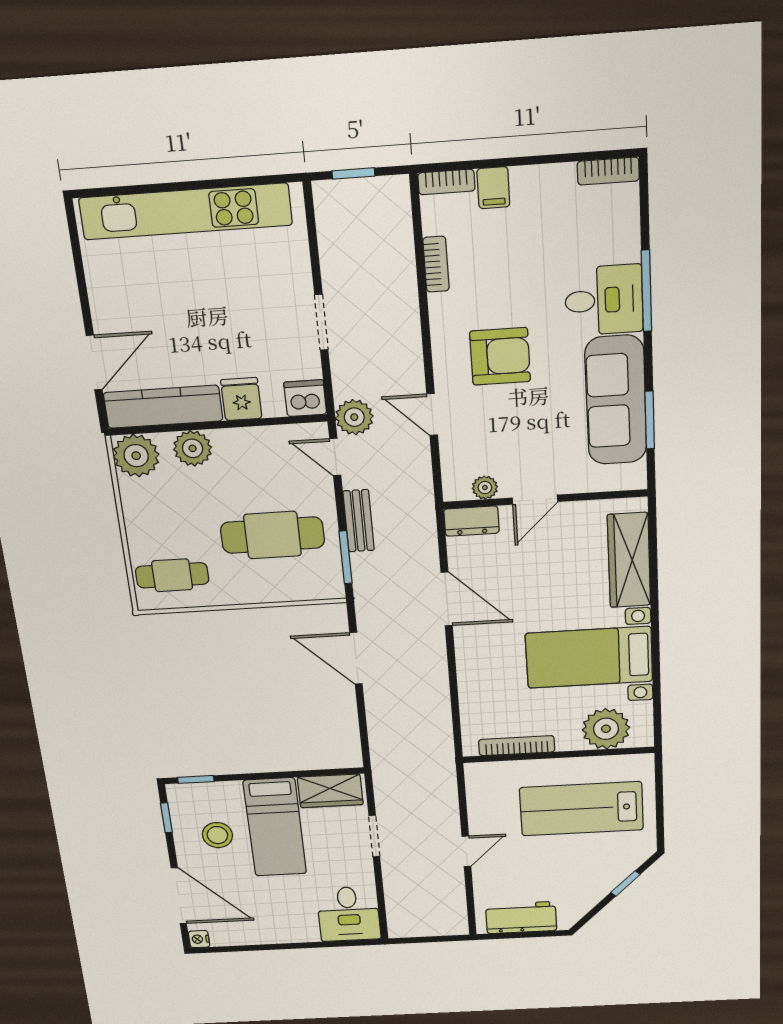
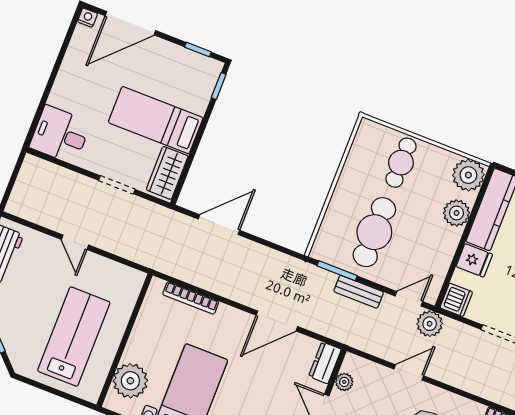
cafe table: (172, 575) -> (401, 163), moved
door: (356, 658) -> (219, 225), moved
bookcase: (517, 746) -> (191, 298), moved, turned 90
stool: (217, 835) -> (168, 77), removed

